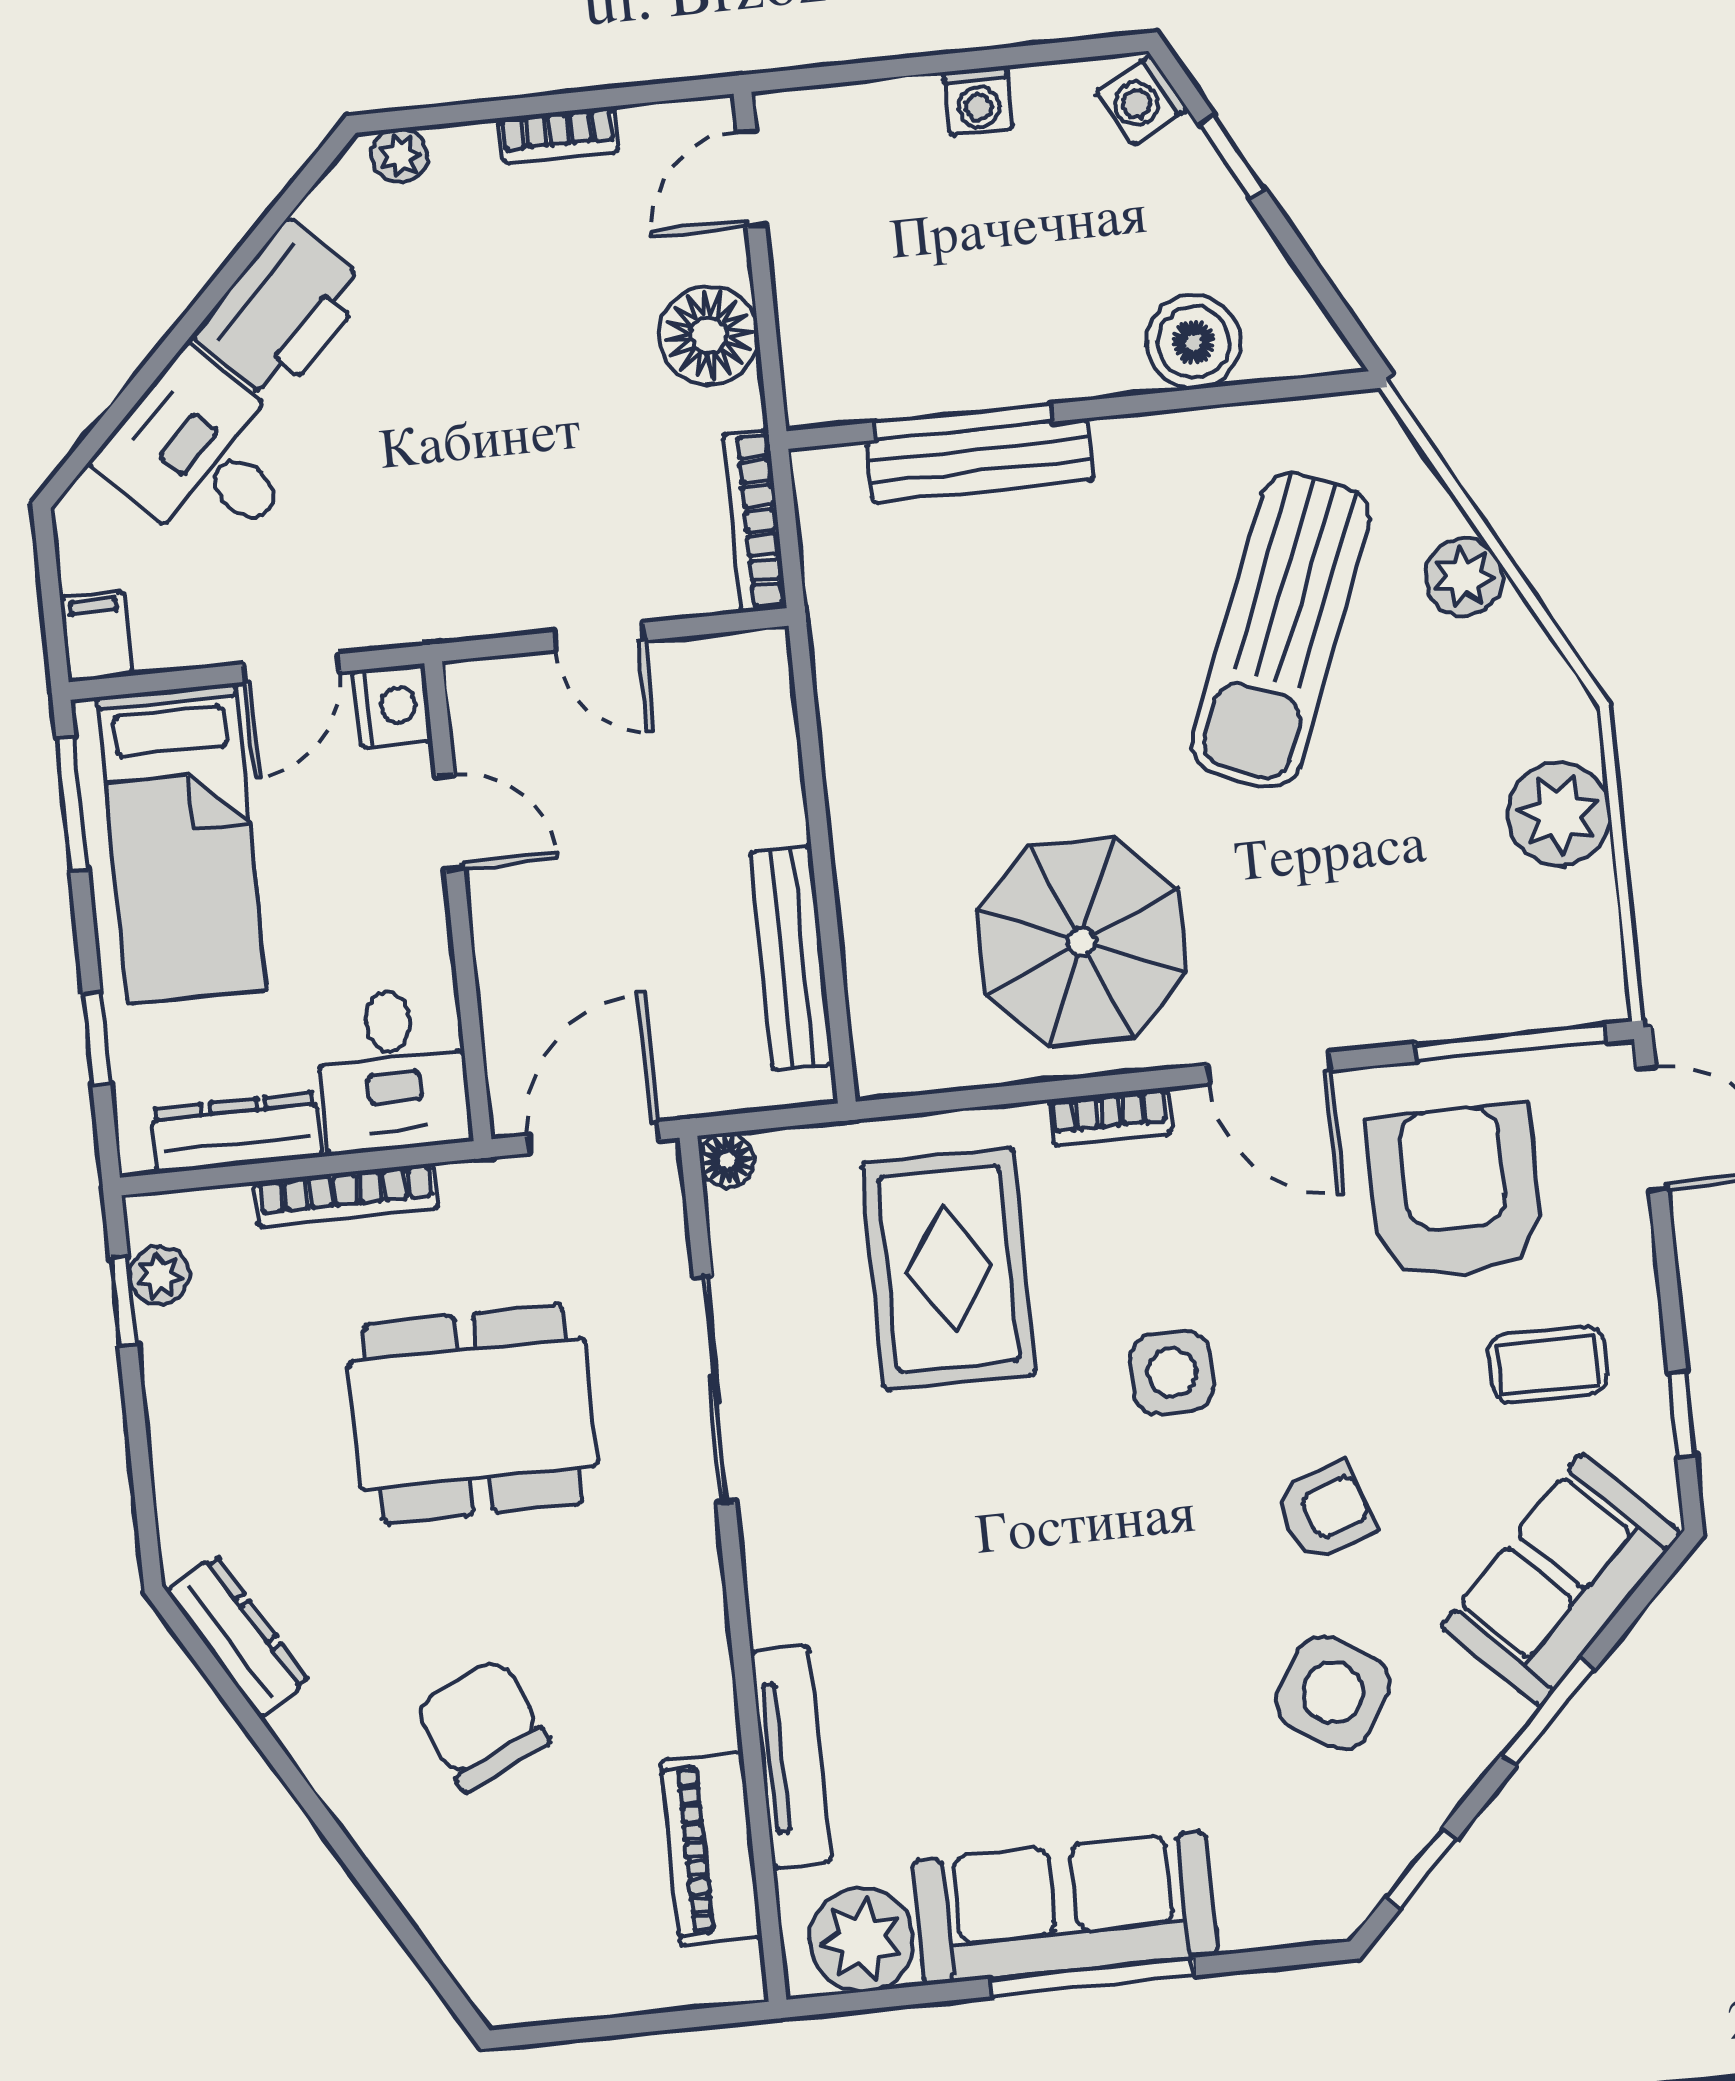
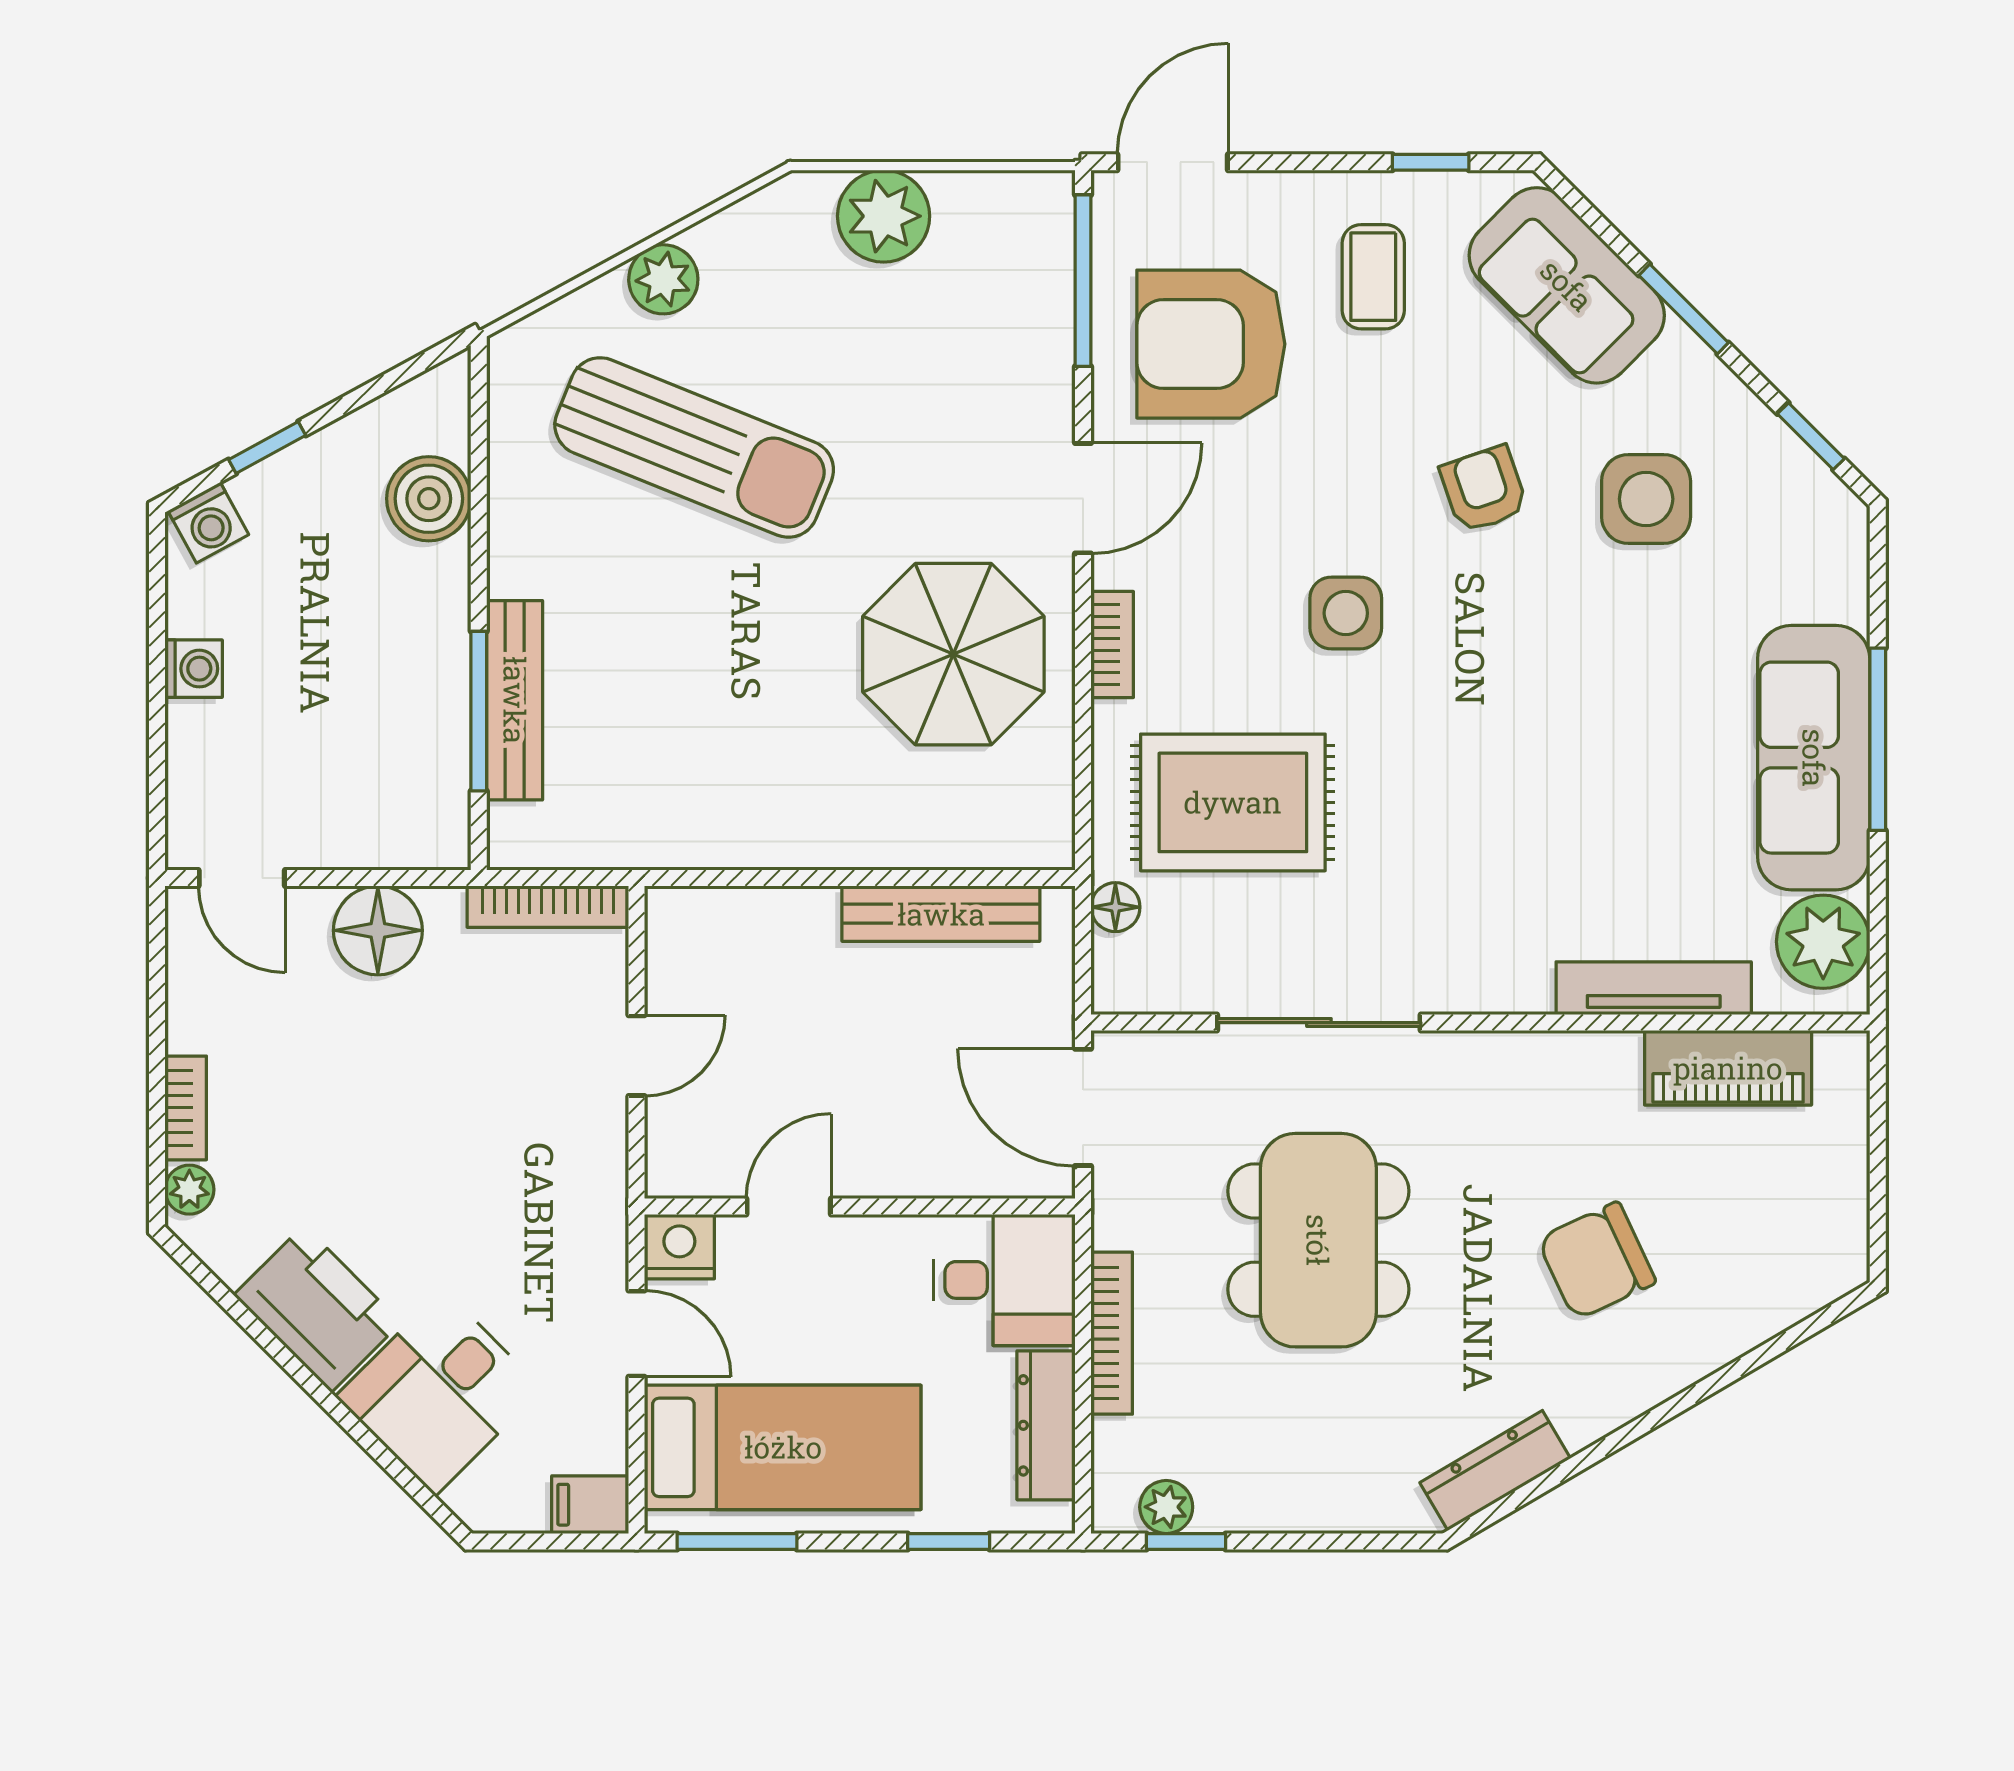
bookcase: (559, 135) -> (186, 1108), moved
floor lamp: (727, 1160) -> (1115, 907), moved
side table: (1333, 1693) -> (1646, 499), turned -32

